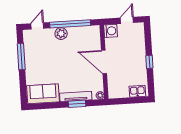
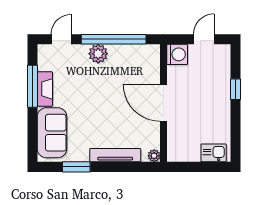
fireplace: (29, 58) -> (45, 89), added
window: (149, 62) -> (236, 89), moved
sofa: (43, 94) -> (52, 133), moved, turned 90
window: (77, 104) -> (76, 167), moved

